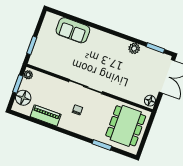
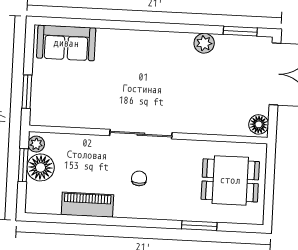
sofa: (73, 30) -> (66, 43), moved
floor lamp: (23, 98) -> (41, 167), moved
dining table: (126, 126) -> (230, 180), width x0.73

